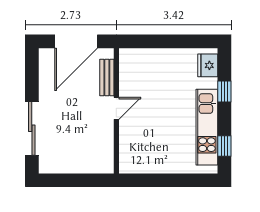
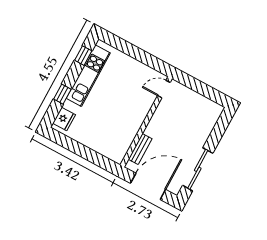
door: (116, 108) -> (164, 89), moved
sliding door: (32, 128) -> (198, 169), moved

